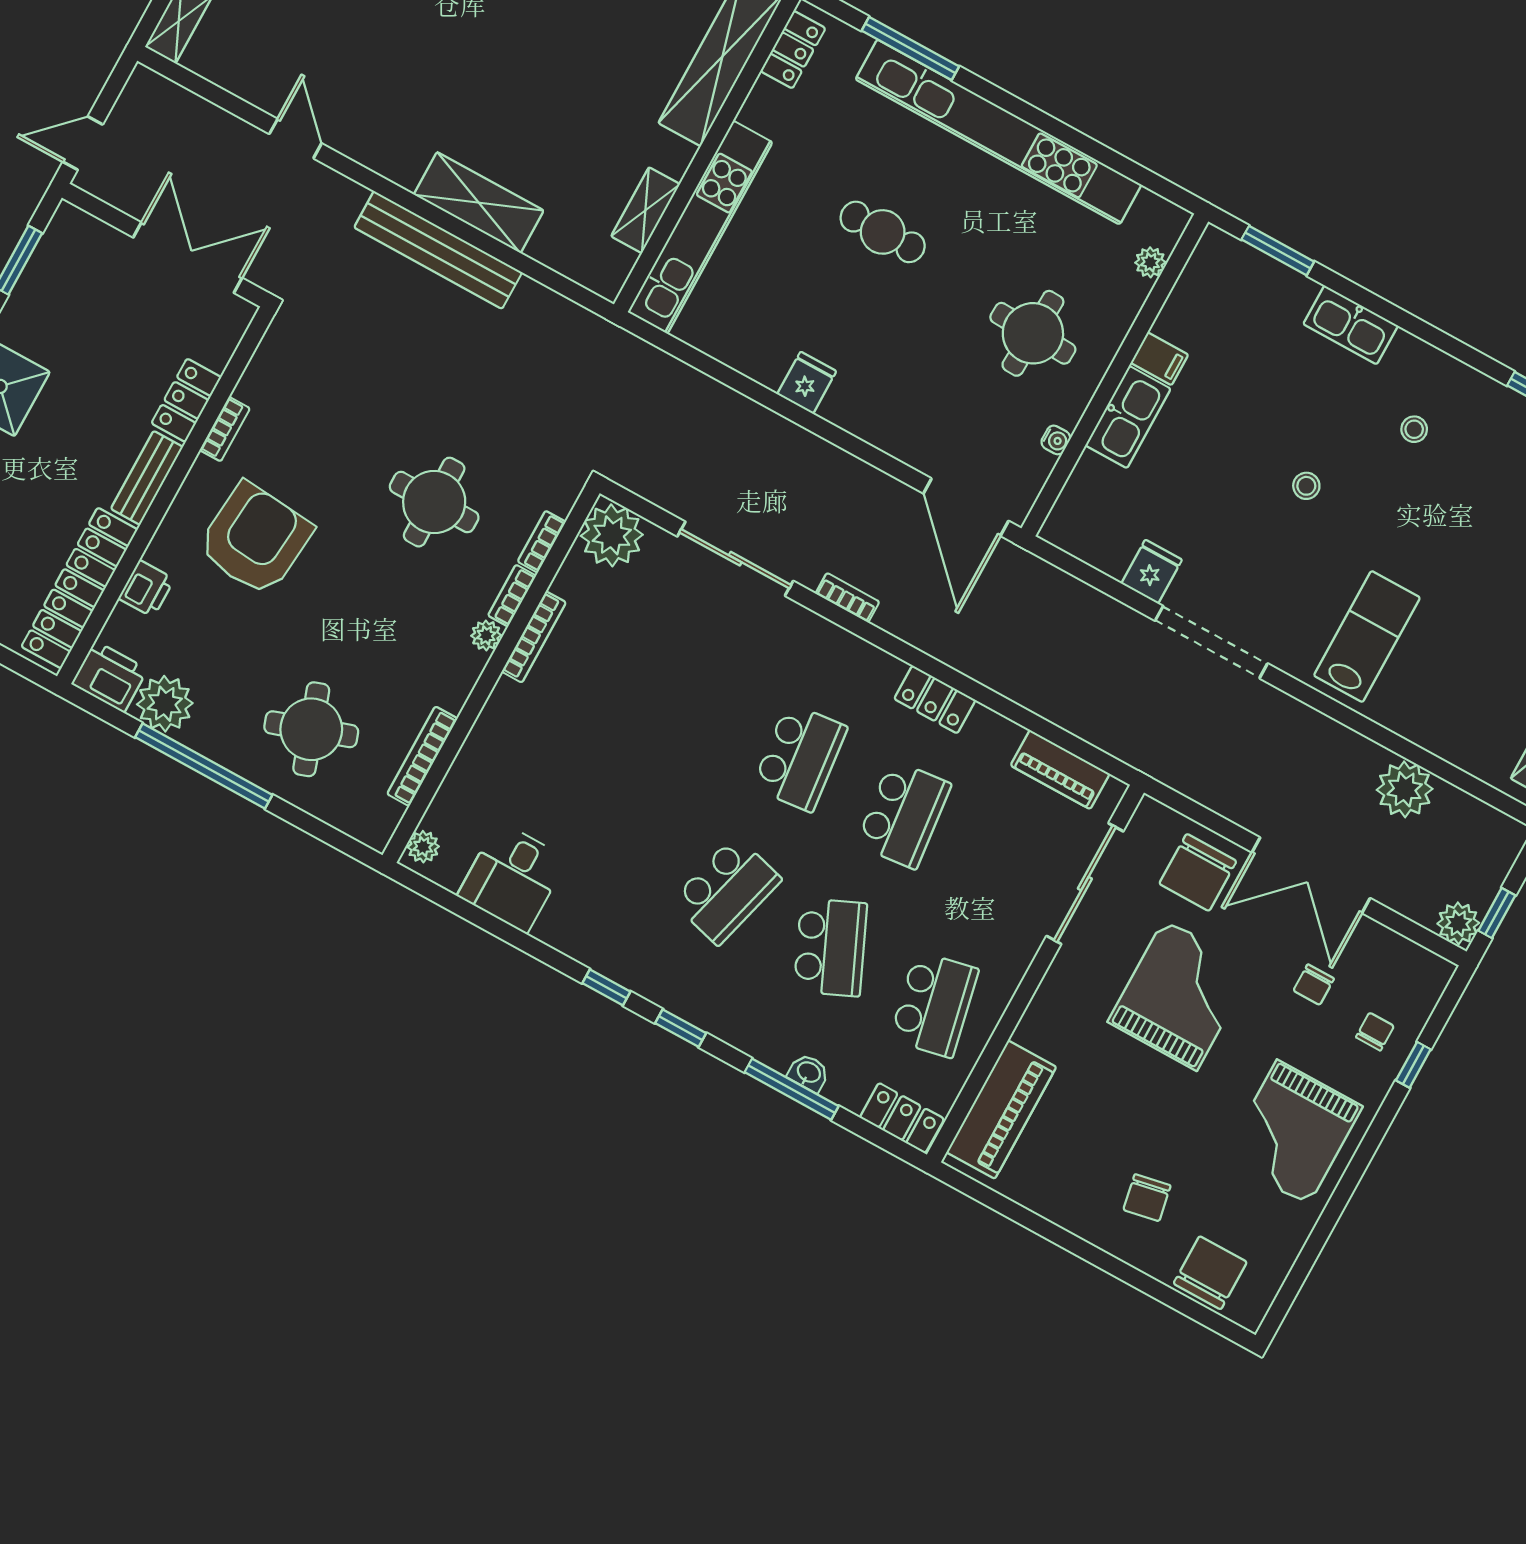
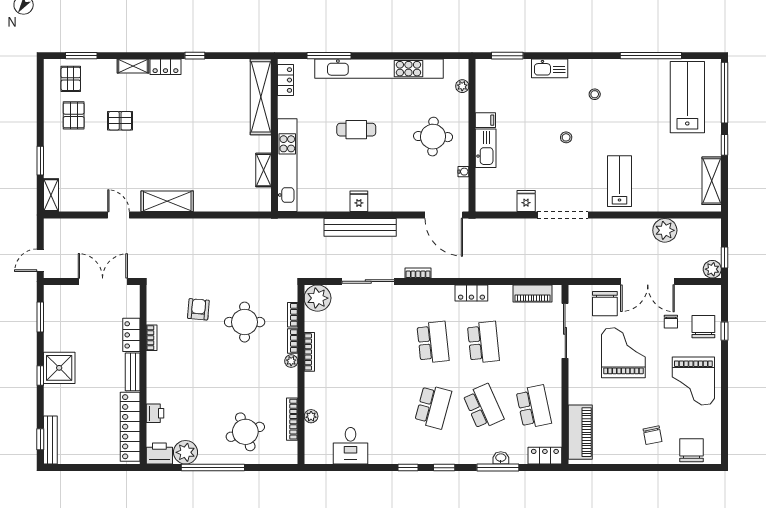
shelving: (479, 203) -> (167, 201), moved
bench: (438, 250) -> (360, 227), moved
armchair: (255, 539) -> (198, 309), moved, width x0.53, depth x0.53
plant: (423, 847) -> (311, 416), moved
chair: (1375, 1032) -> (703, 327), width x1.87, depth x1.87

